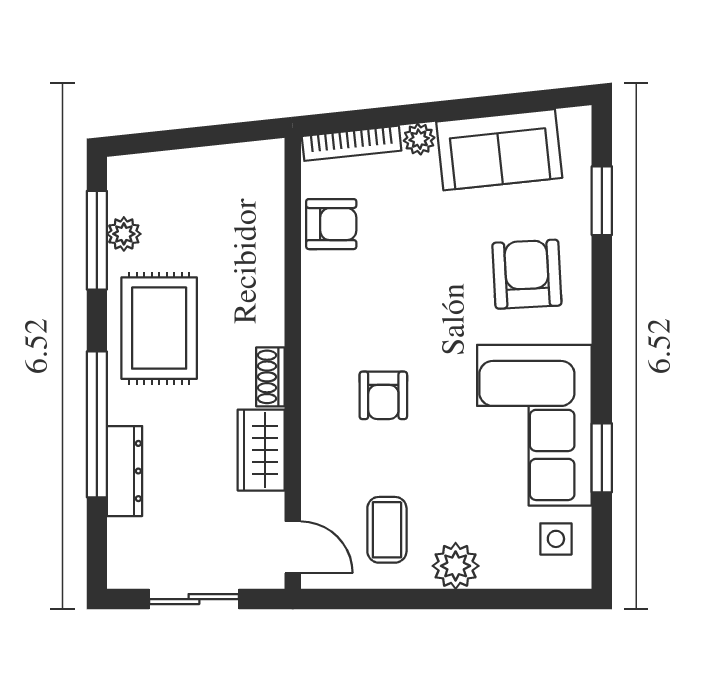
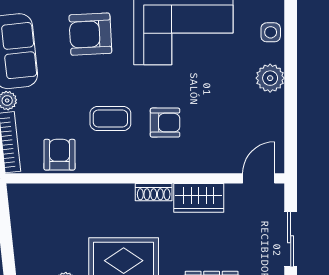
coffee table: (387, 530) -> (110, 119), moved
side table: (556, 539) -> (271, 32), moved

